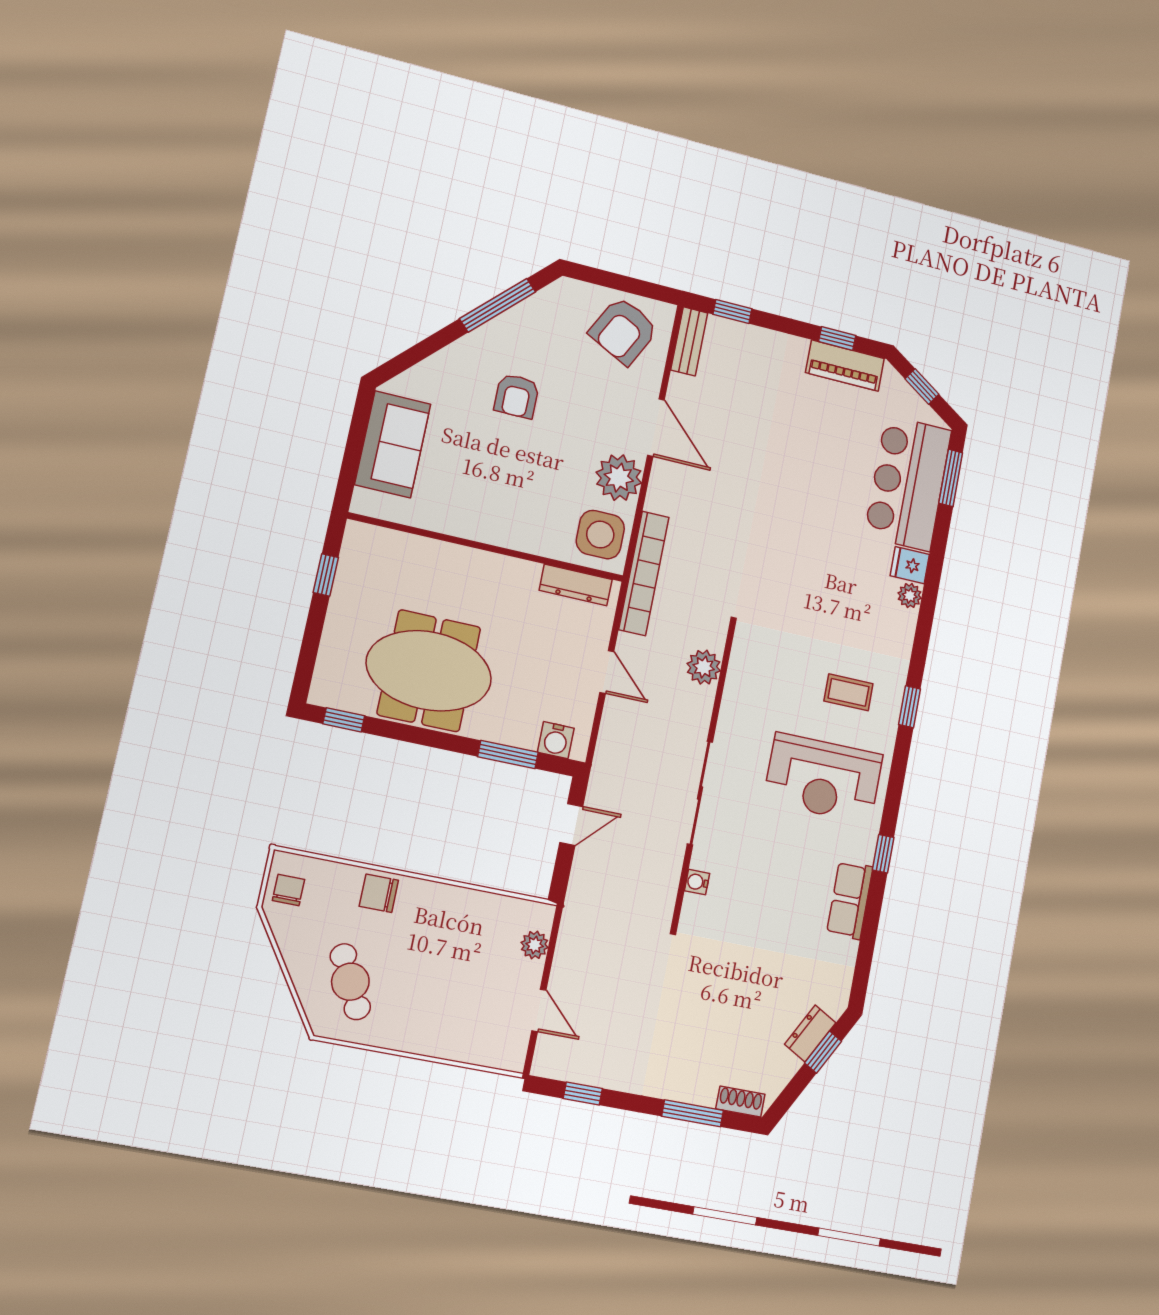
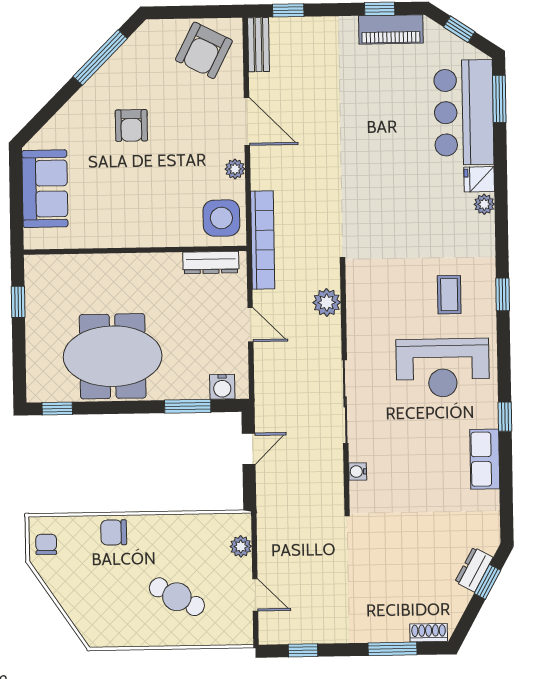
plant: (619, 478) -> (235, 169), width x0.53, depth x0.53
coffee table: (848, 692) -> (449, 295), turned 90
cafe table: (350, 982) -> (177, 597), moved, turned -35

